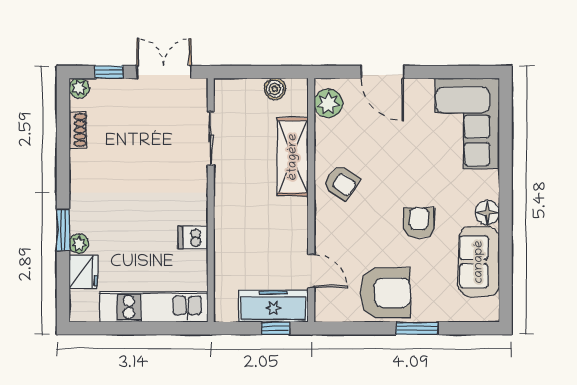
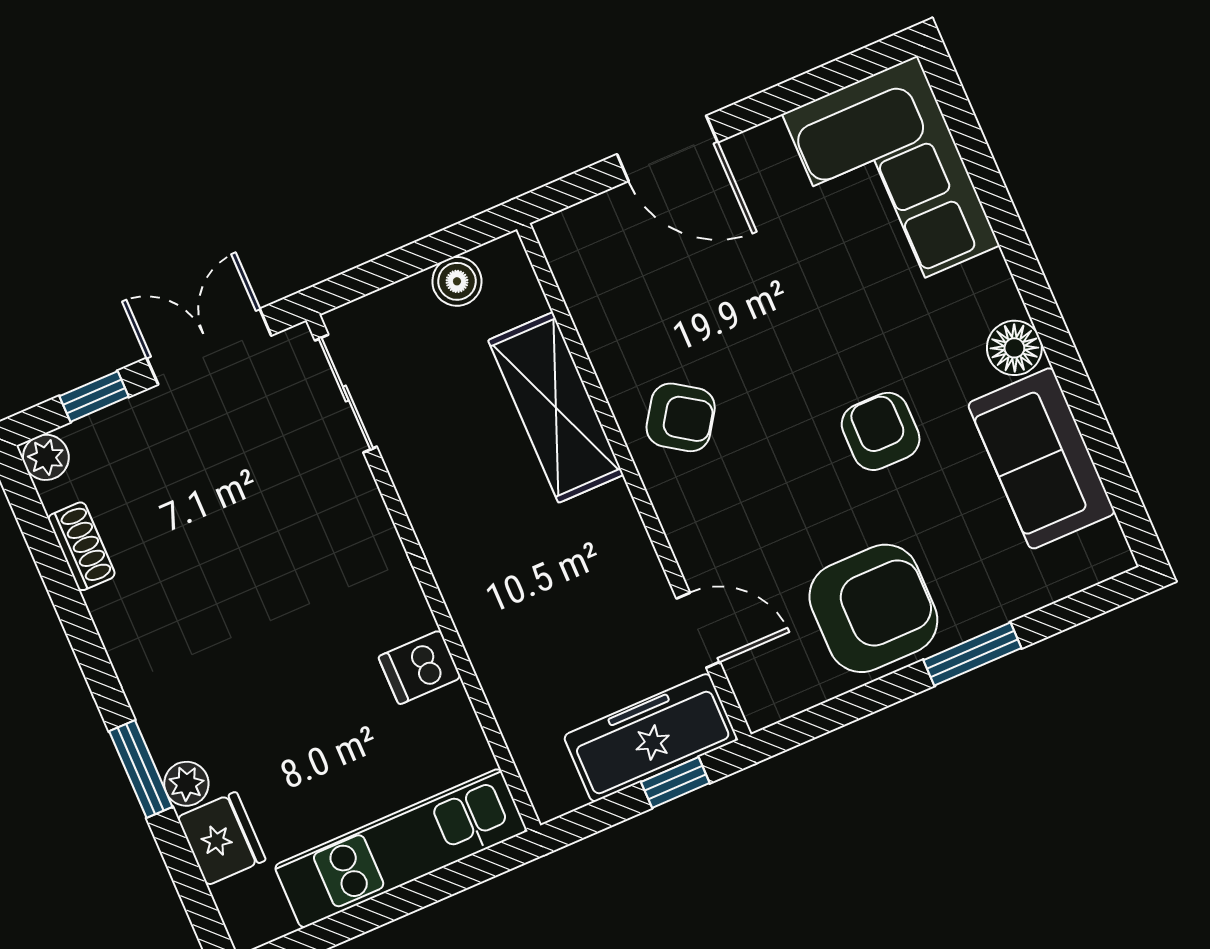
plant: (328, 103) -> (582, 263), removed
sliding door: (211, 138) -> (346, 394), moved

